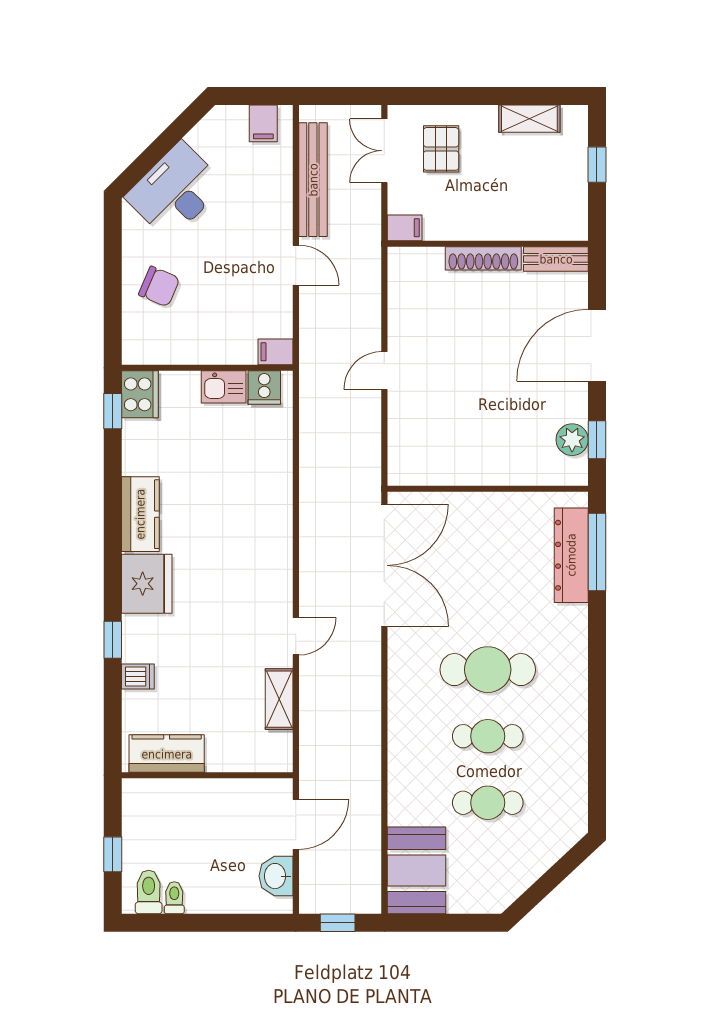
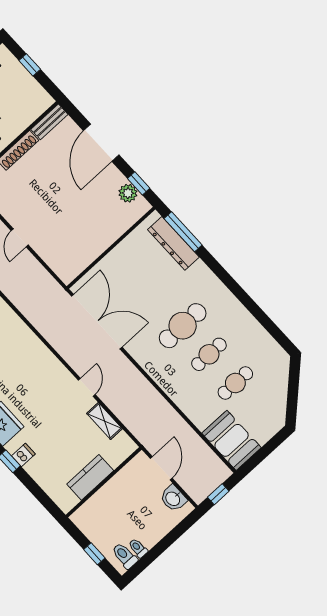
dishwasher: (138, 677) -> (23, 455), moved
kitchen counter: (167, 754) -> (90, 477), moved

